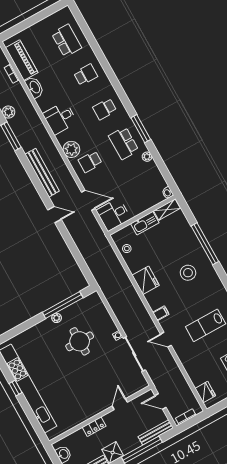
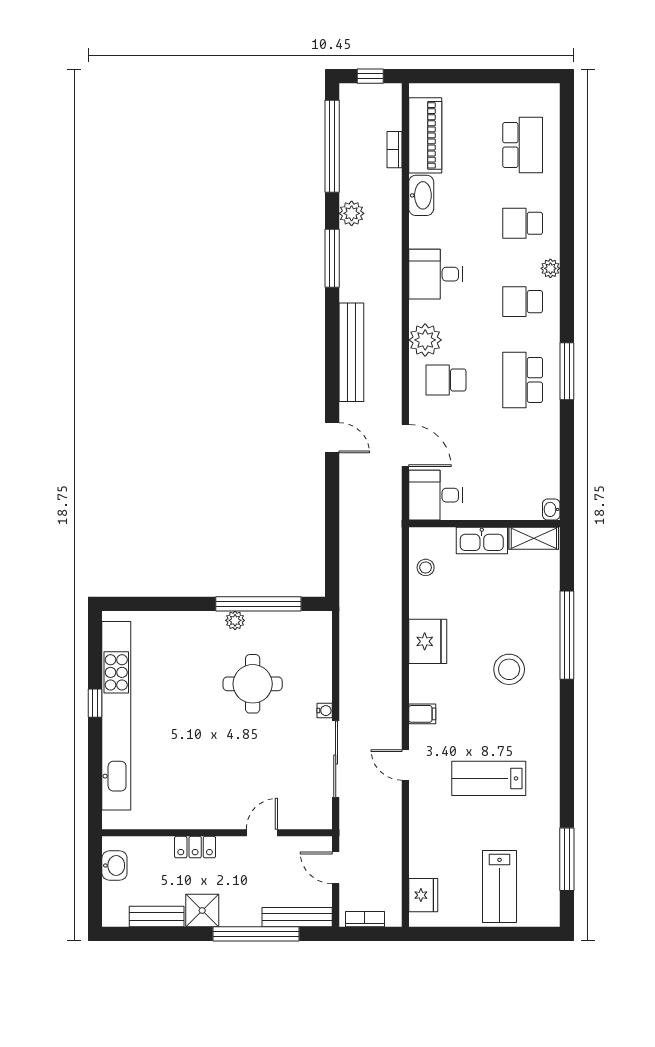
school desk: (86, 75) -> (523, 223), turned 180
plant: (147, 157) -> (550, 268), moved

